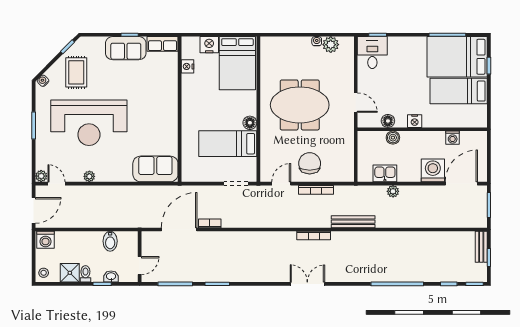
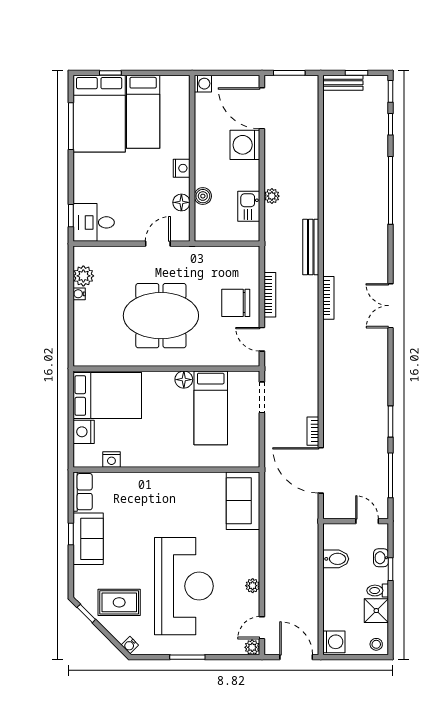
meeting table: (300, 105) -> (161, 316), turned 90
washing machine: (453, 138) -> (203, 84), moved

